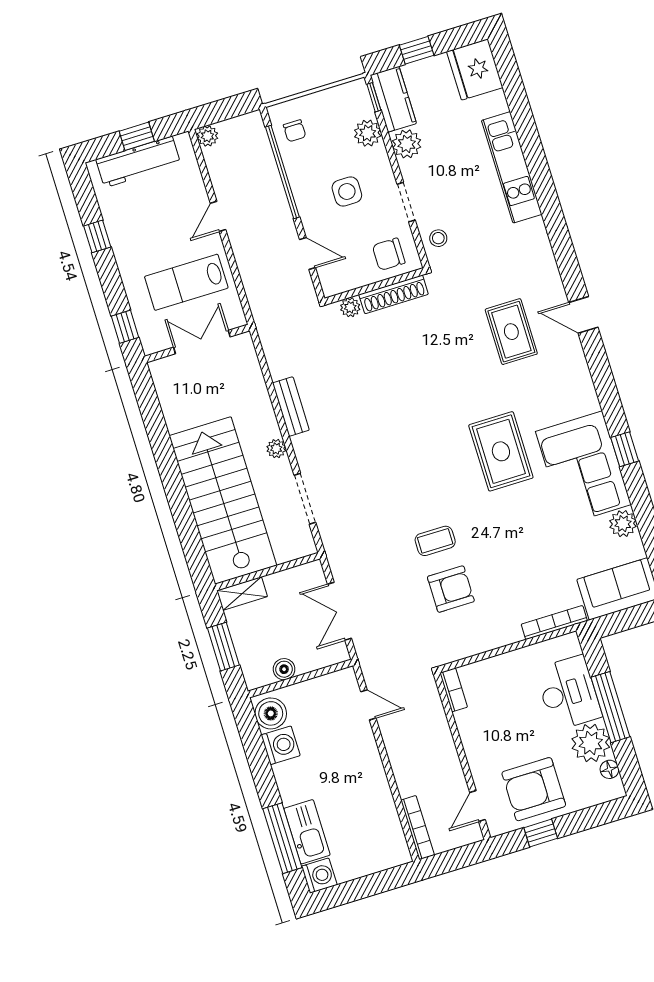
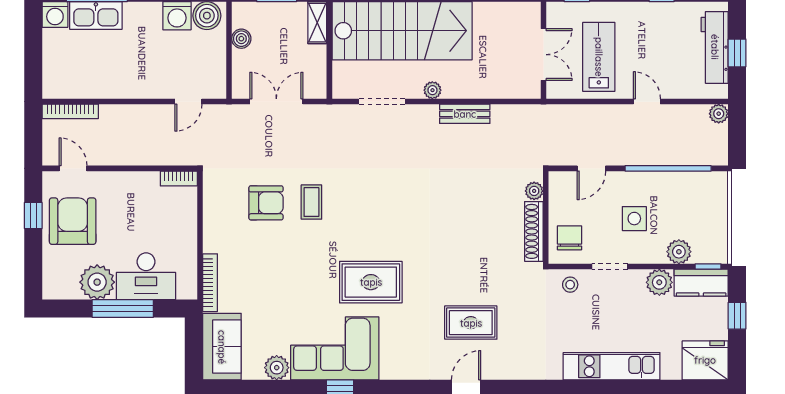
chair: (295, 131) -> (700, 190), removed
armchair: (451, 589) -> (266, 203), turned -90
floor lamp: (609, 769) -> (70, 291), removed

